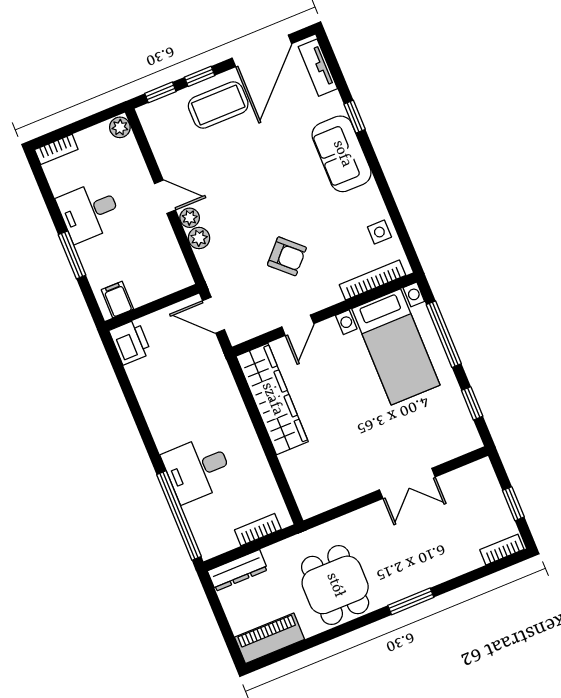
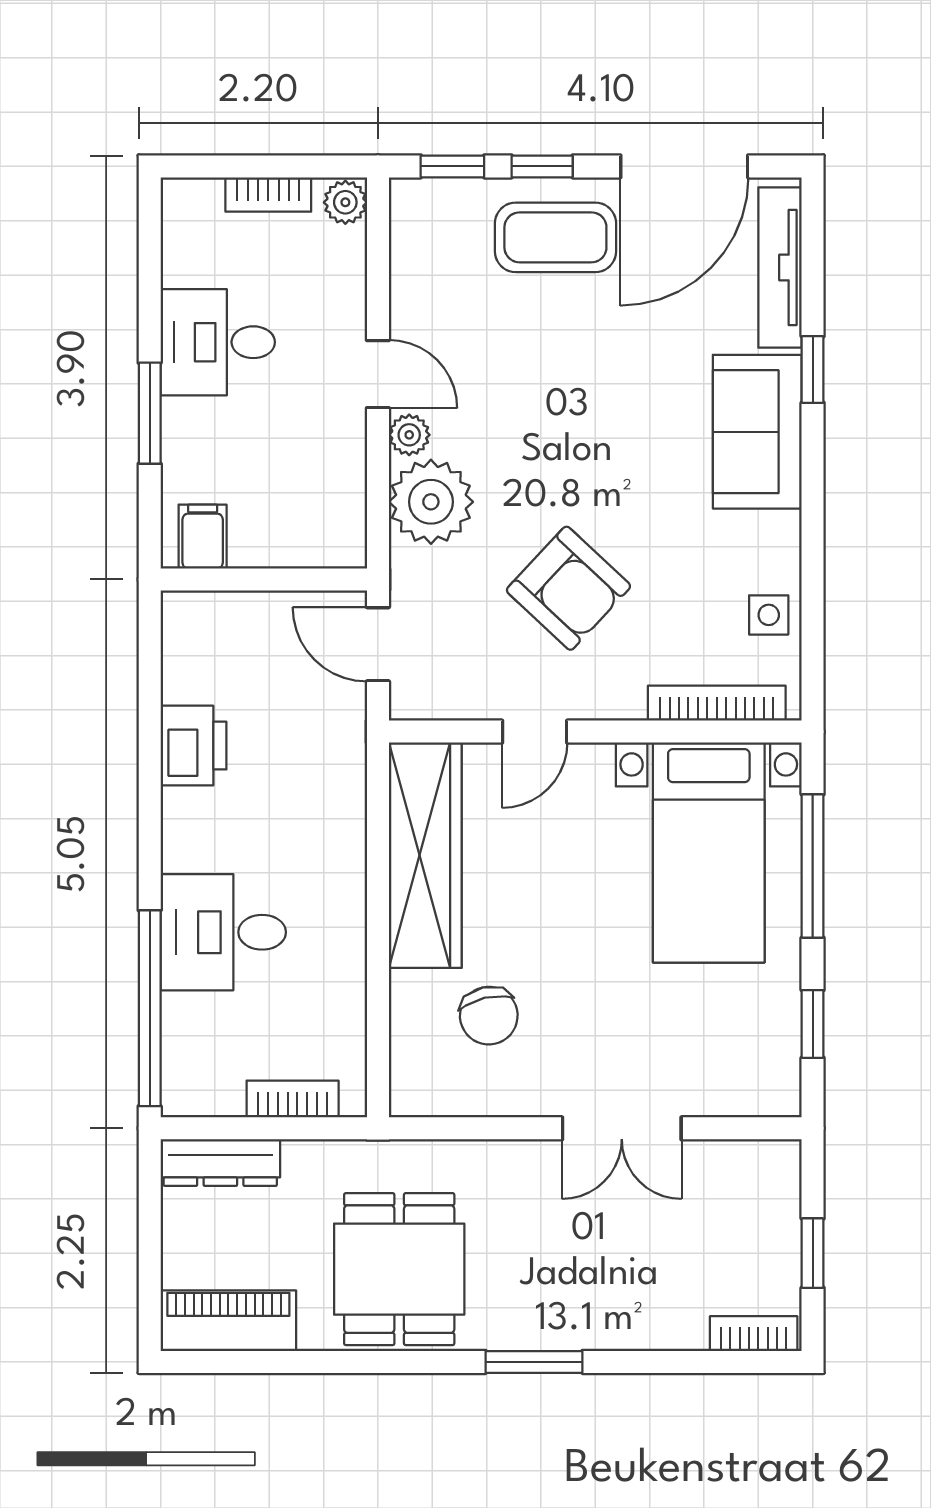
tv unit: (318, 68) -> (780, 267), width x1.41
bookcase: (56, 149) -> (268, 195), moved
plant: (199, 238) -> (431, 502), width x1.88, depth x1.88
armchair: (287, 256) -> (568, 588), width x1.38, depth x1.38
printer: (130, 342) -> (194, 746), moved
chair: (329, 458) -> (489, 1016), added

